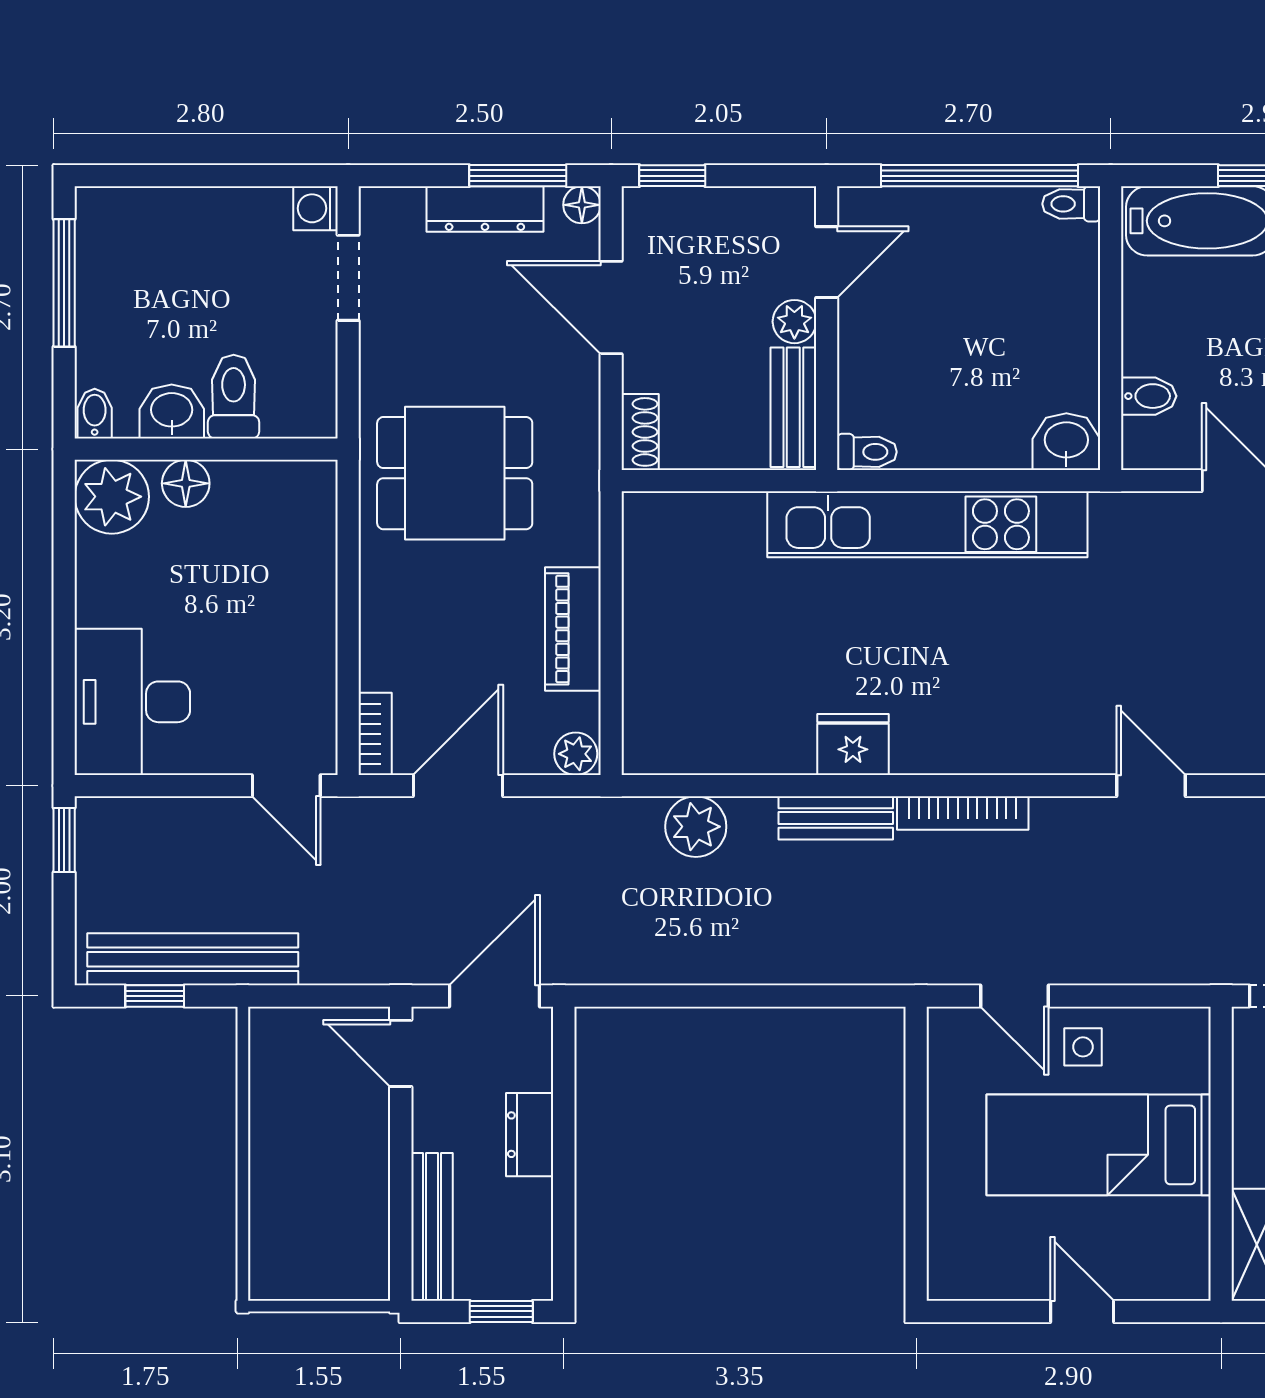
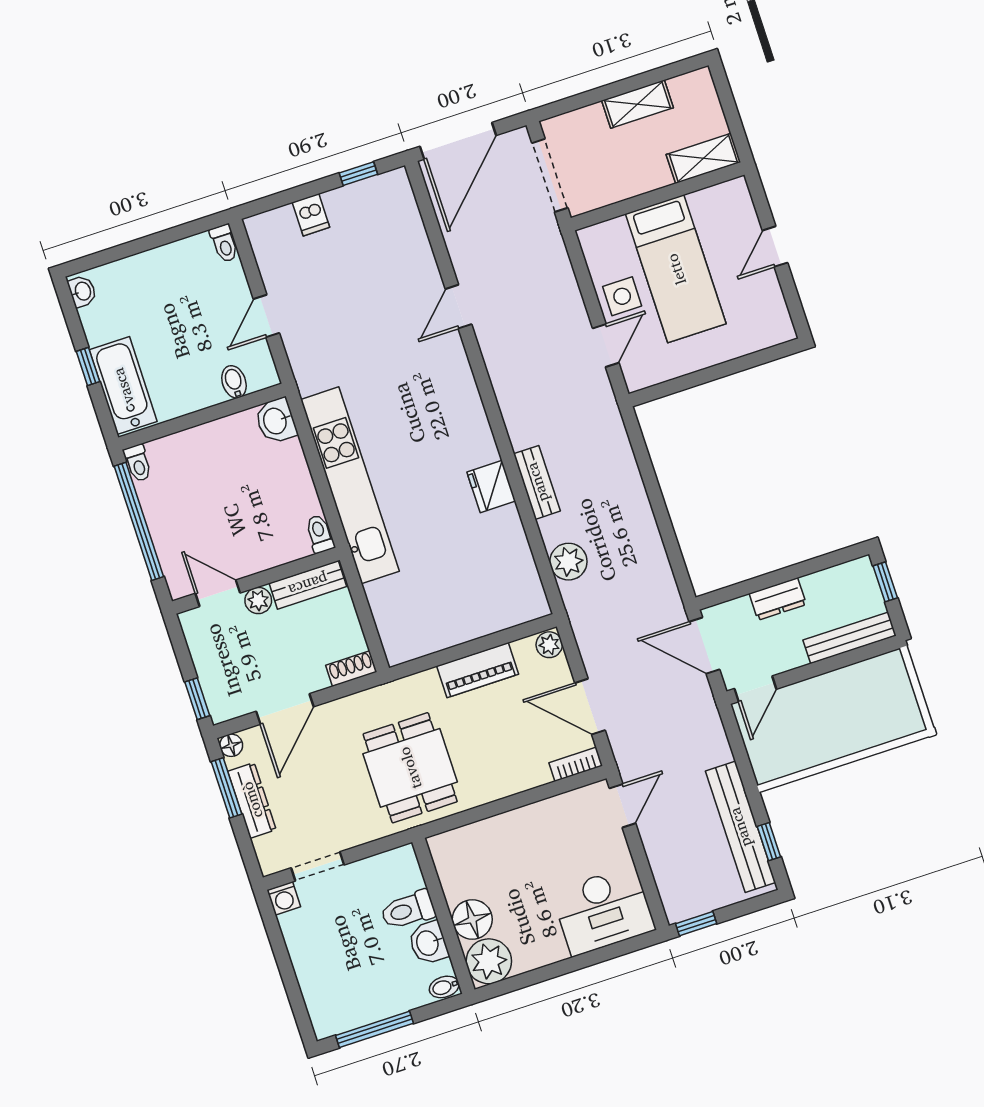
floor lamp: (186, 483) -> (472, 919), width x1.38, depth x1.38
bookcase: (963, 813) -> (510, 410), removed
side table: (1083, 1047) -> (622, 296), width x1.37, depth x1.37

